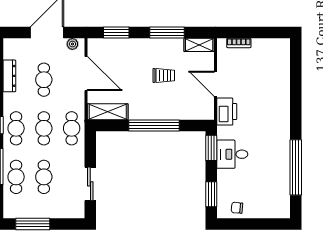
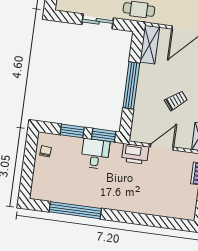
trolley: (164, 75) -> (176, 101), turned -128
sliding door: (90, 184) -> (98, 21), moved
window: (211, 194) -> (72, 131), moved

